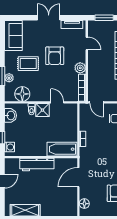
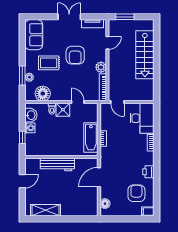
door: (87, 43) -> (107, 43), hinge flipped
washing machine: (10, 147) -> (30, 128), moved
bathtub: (62, 149) -> (91, 137), moved, turned -90

